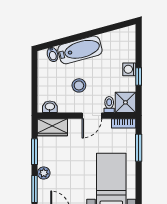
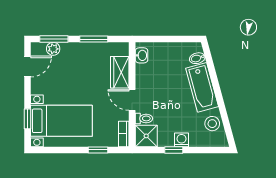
stool: (79, 85) -> (212, 124), moved
wardrobe: (52, 127) -> (120, 72), moved
window: (139, 148) -> (98, 150), width x0.67
plant: (44, 173) -> (53, 49), moved

